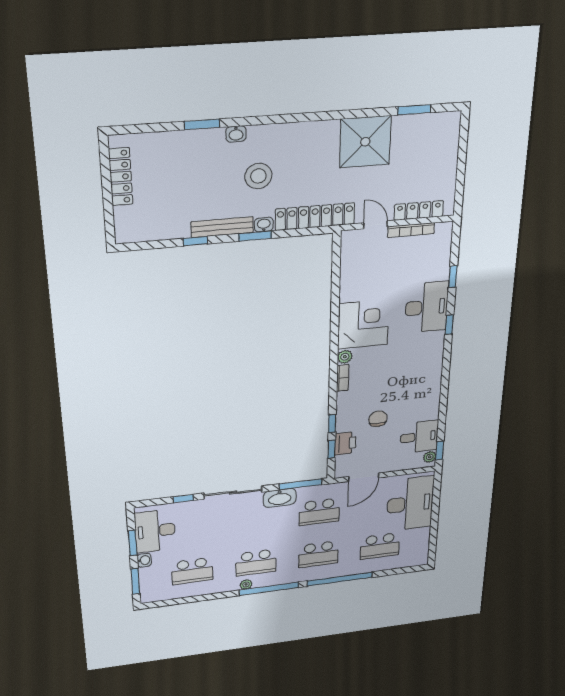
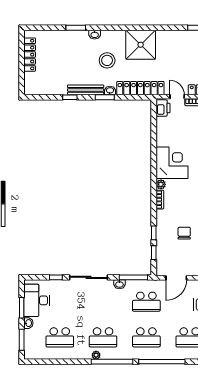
shower: (365, 142) -> (141, 45), moved
printer: (345, 443) -> (163, 108), moved
washbasin: (280, 498) -> (119, 284), width x0.52, depth x0.69

